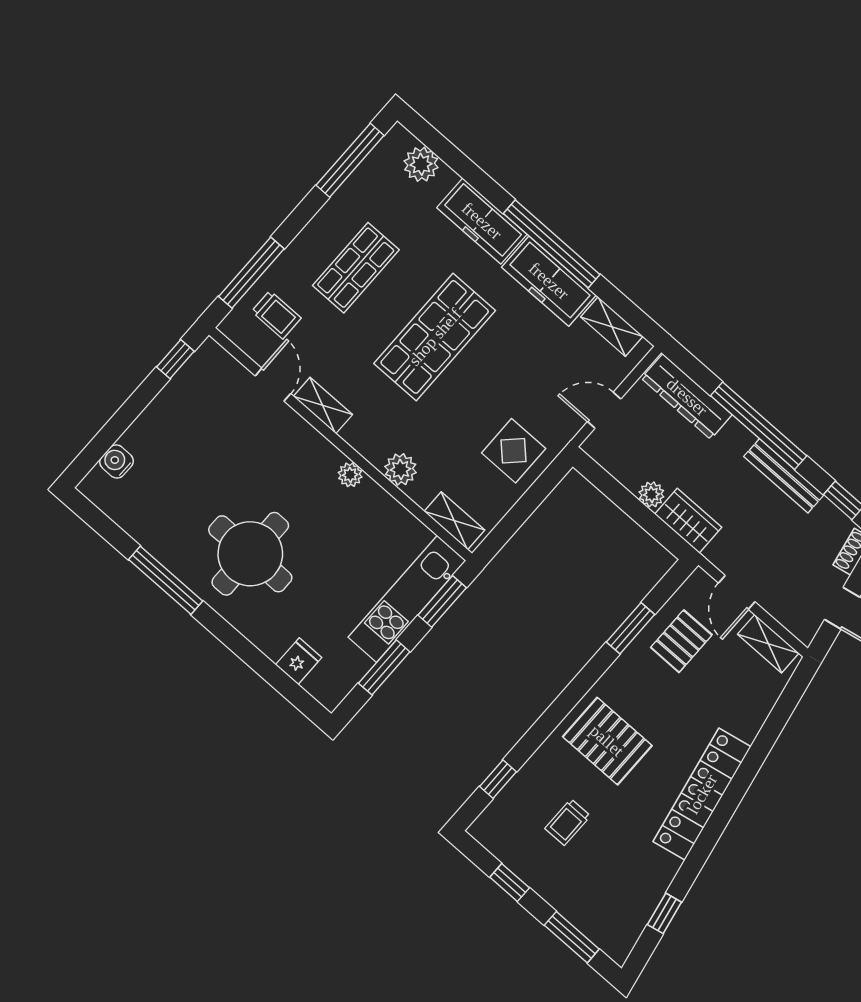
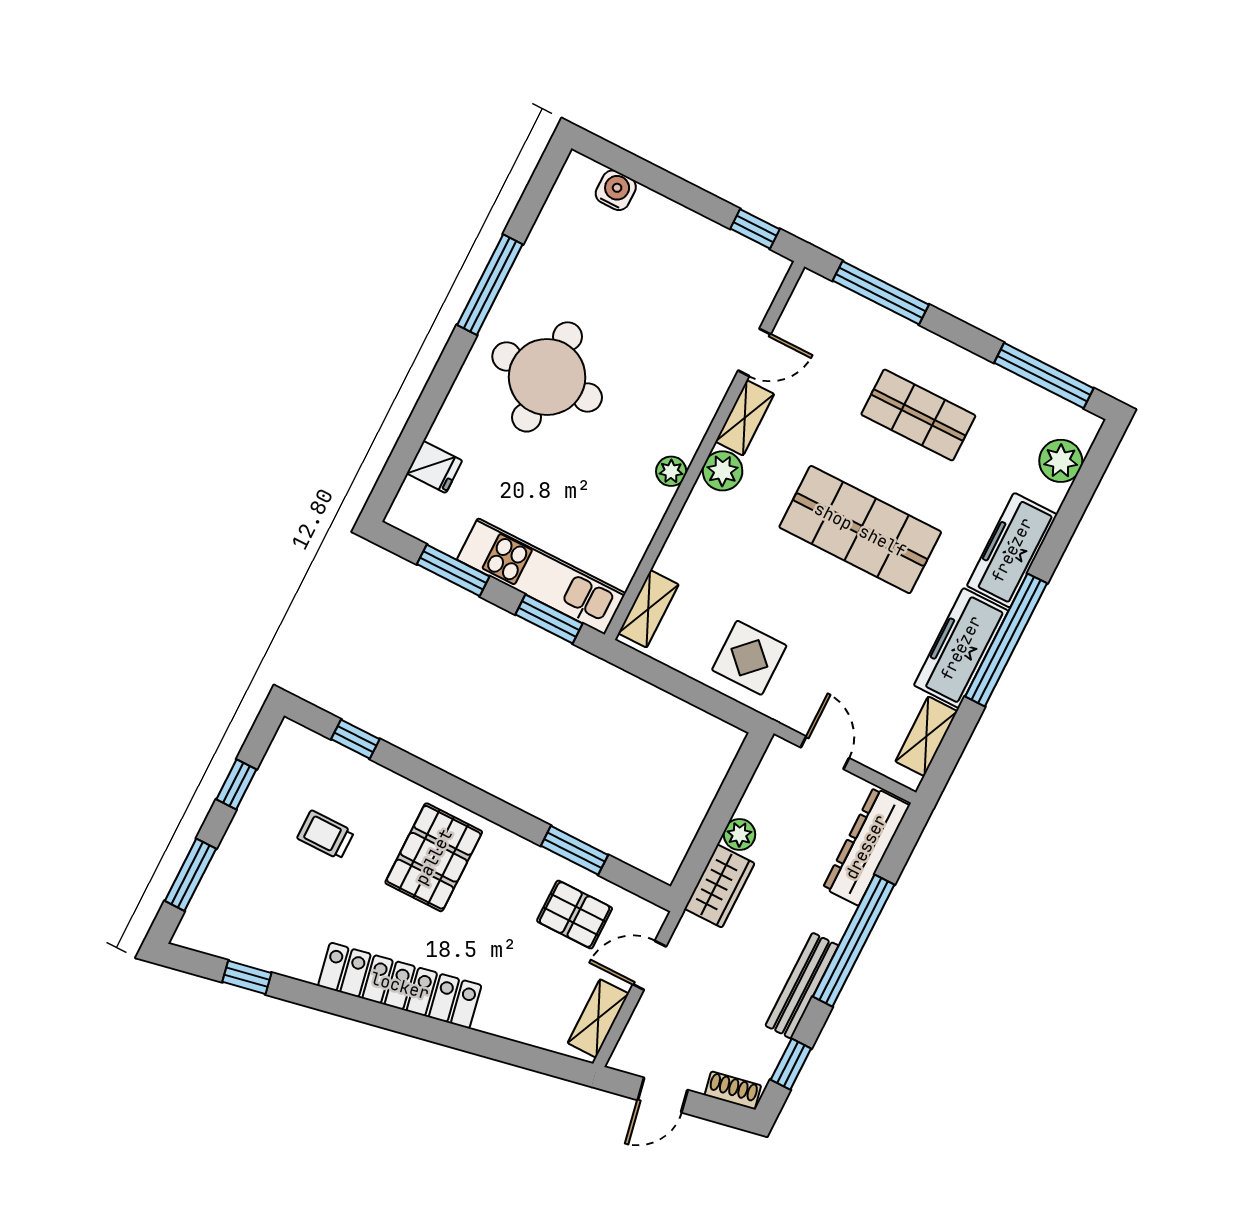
trolley: (276, 315) -> (838, 335), removed
plant: (401, 469) -> (723, 471), moved

